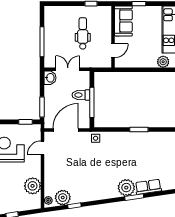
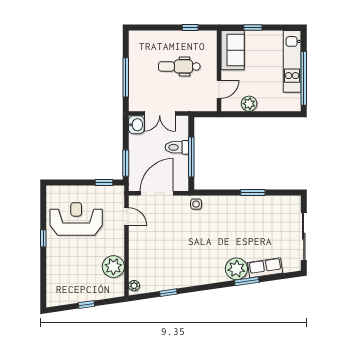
dental chair: (83, 33) -> (179, 66), turned -90
plant: (163, 62) -> (249, 104), moved
double door: (68, 69) -> (160, 114), swing flipped
door: (43, 148) -> (126, 217), swing flipped
plant: (63, 198) -> (153, 282), removed

